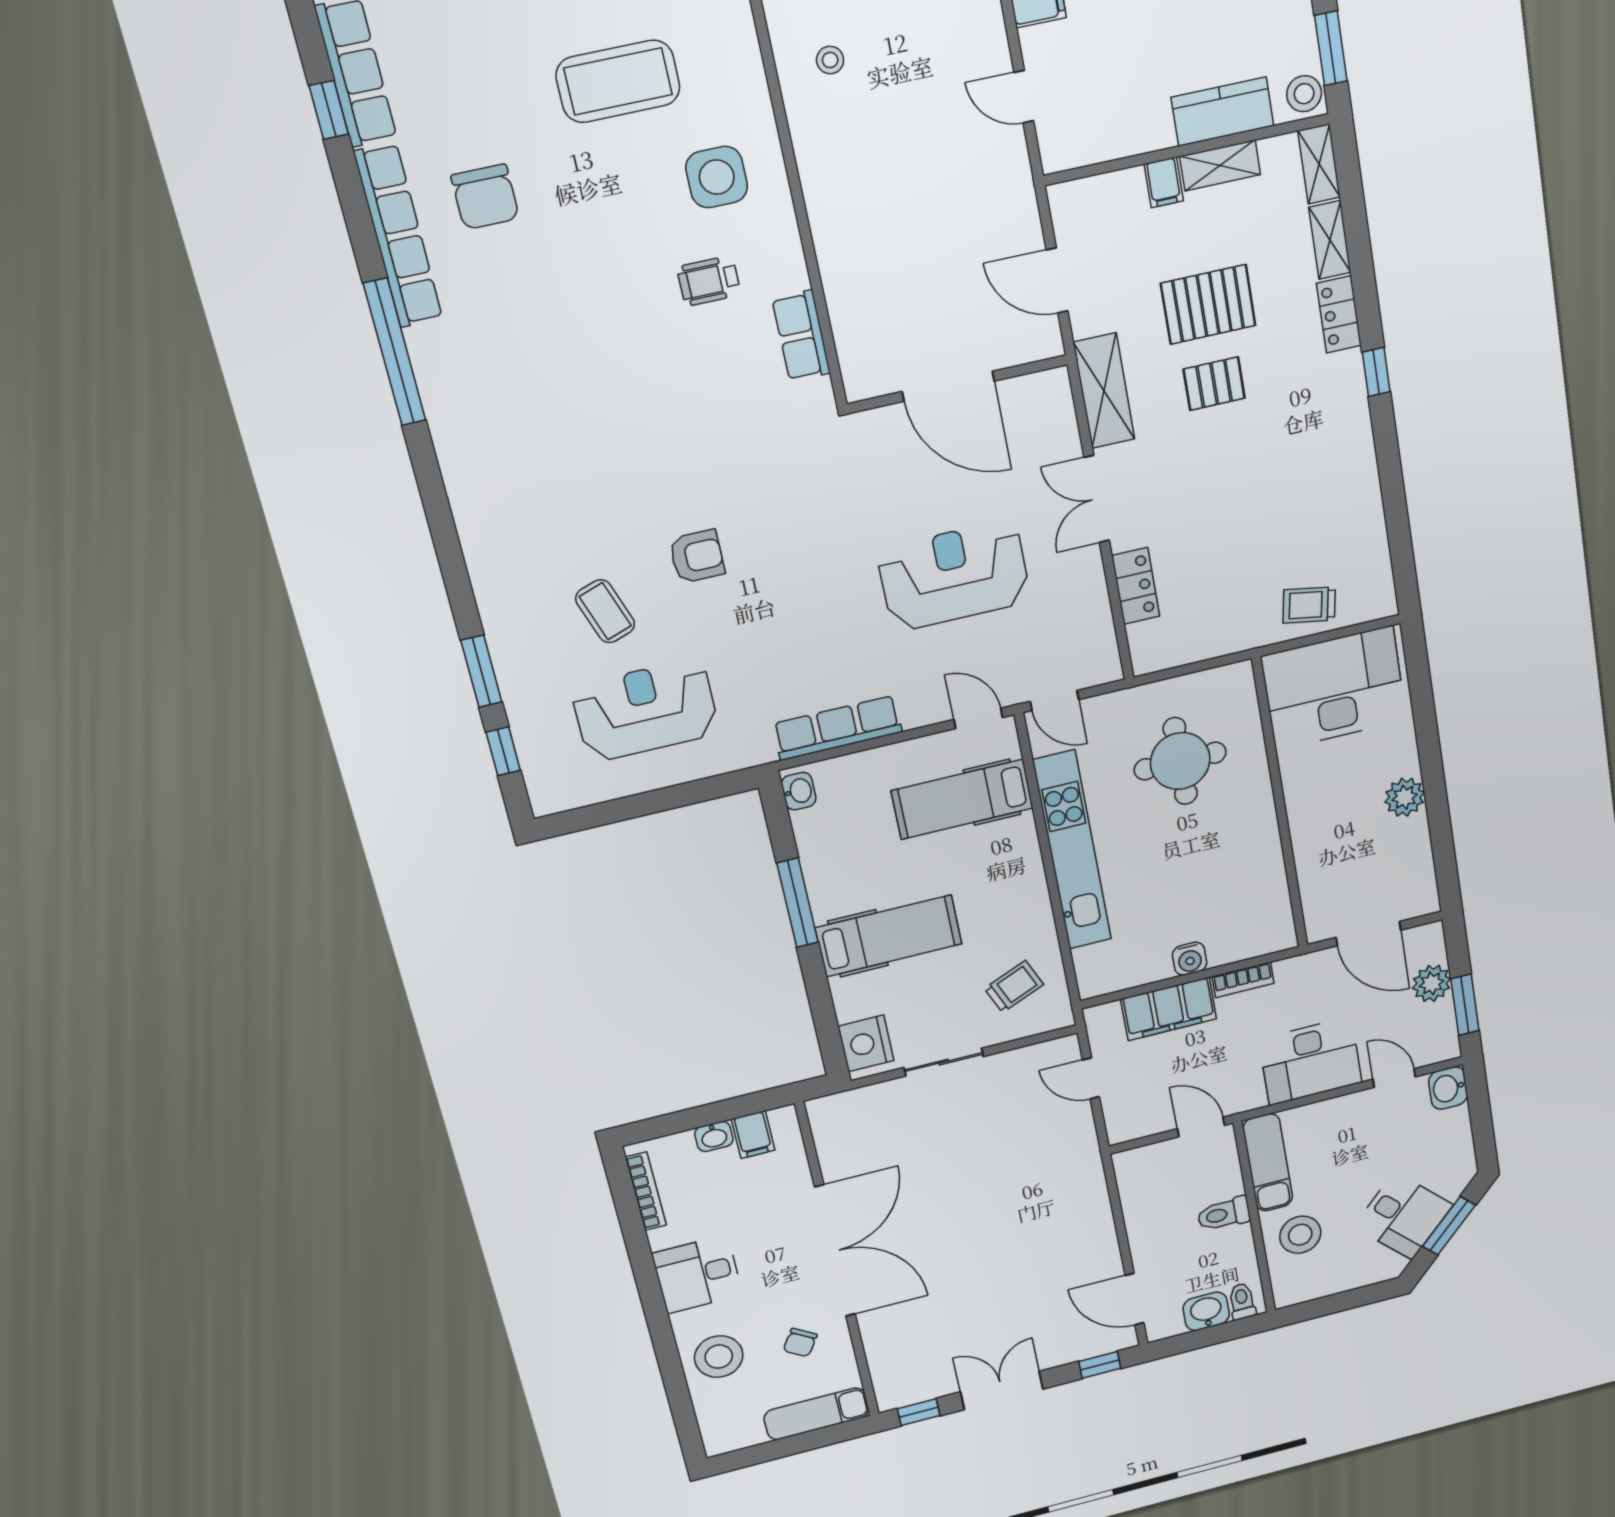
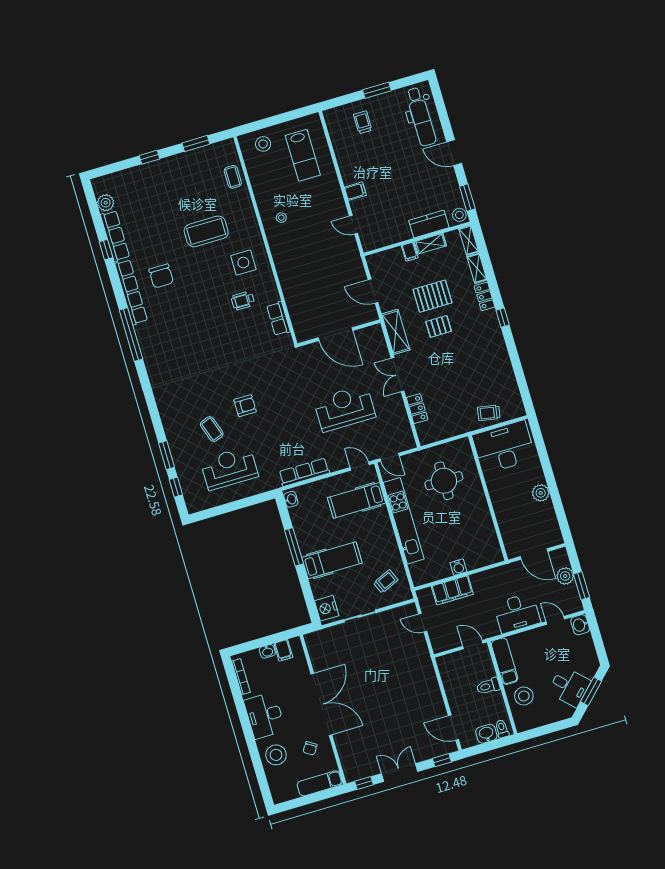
bookcase: (1243, 980) -> (483, 576), removed
desk: (697, 1274) -> (265, 715), width x1.37

